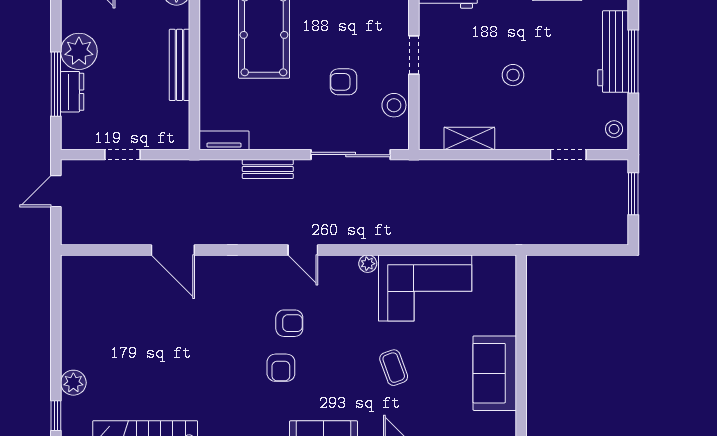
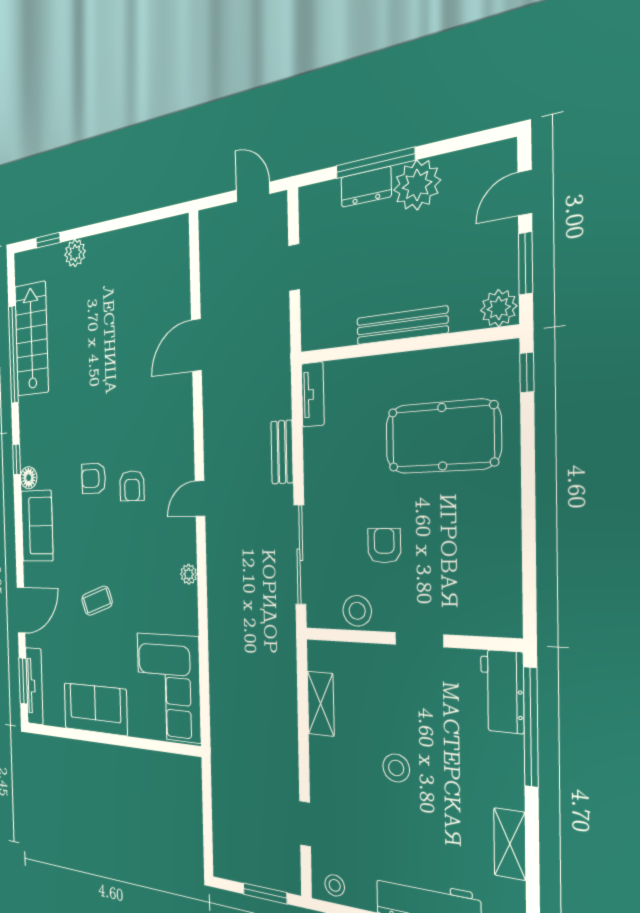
corner sofa: (425, 288) -> (169, 687), moved

